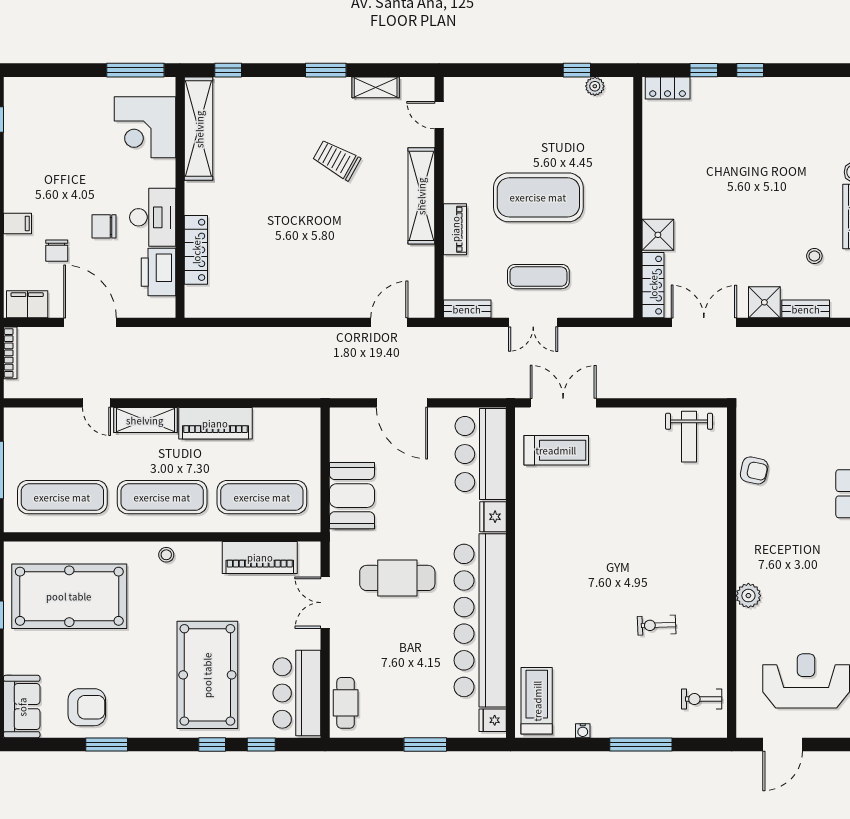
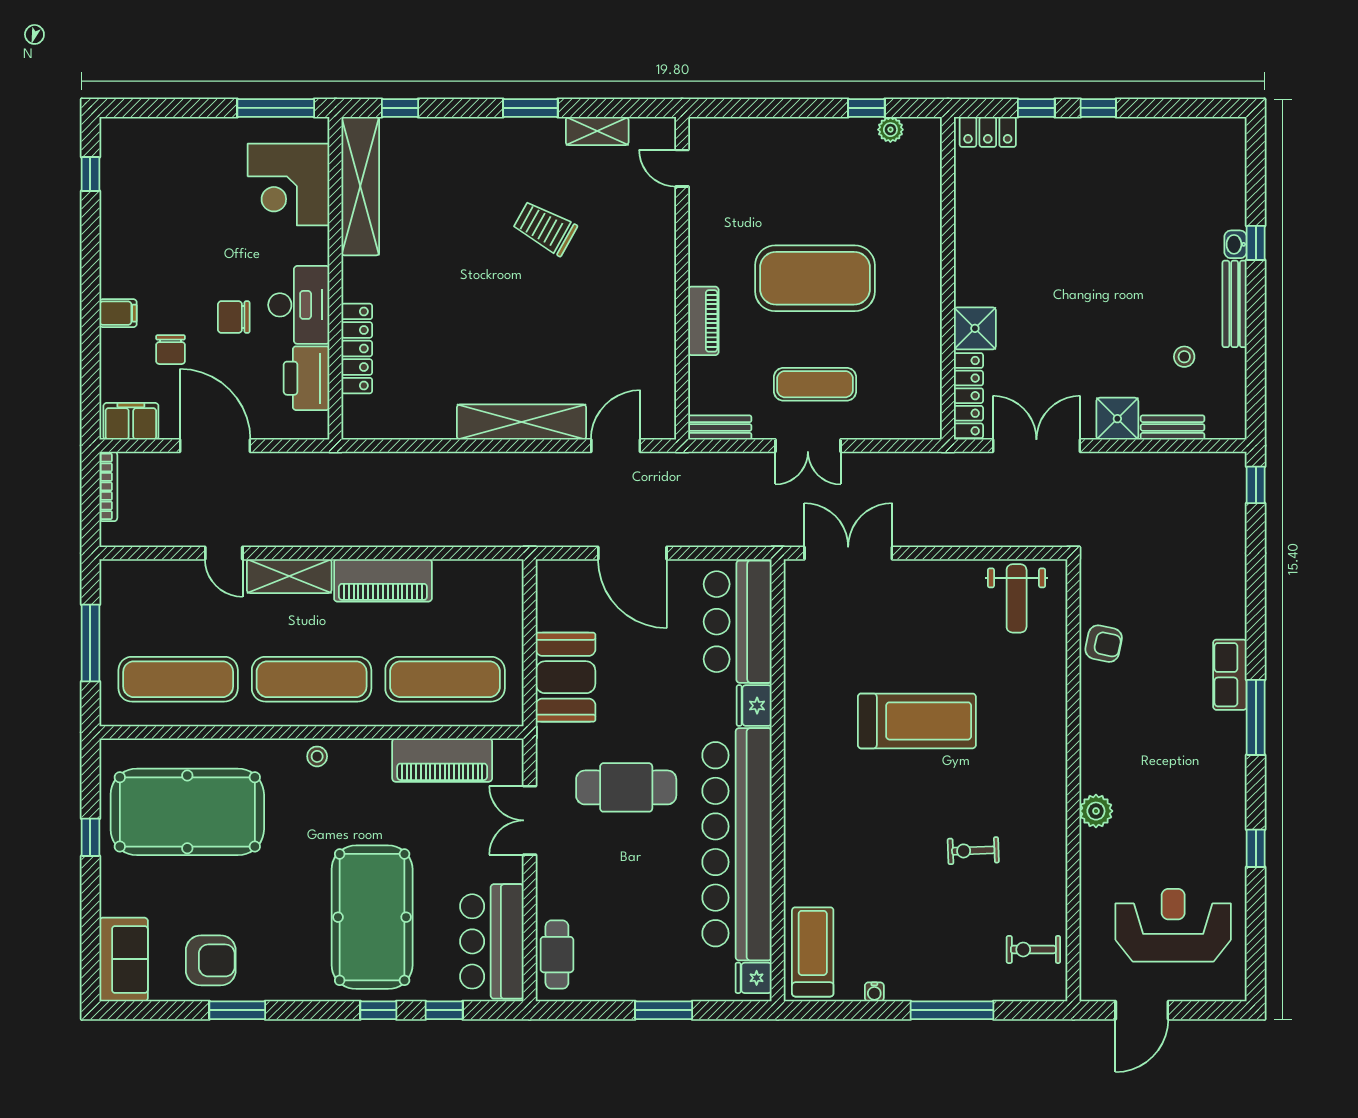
shelving: (421, 196) -> (522, 422), moved, turned 90
treadmill: (556, 450) -> (917, 721), moved, width x1.37, depth x1.38

